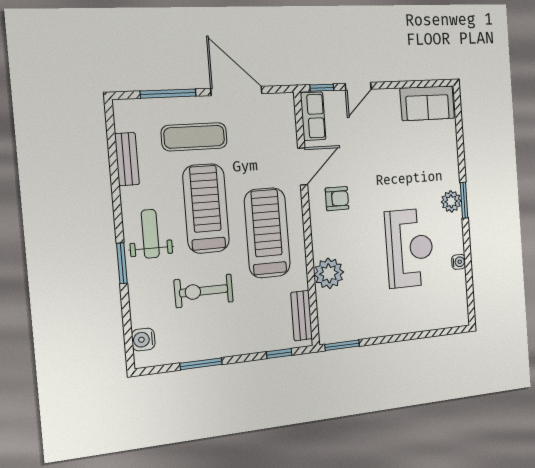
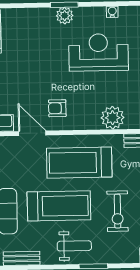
armchair: (337, 199) -> (57, 108), turned -90
treadmill: (206, 209) -> (59, 206), turned 180
weight bench: (150, 234) -> (74, 246), turned 180

